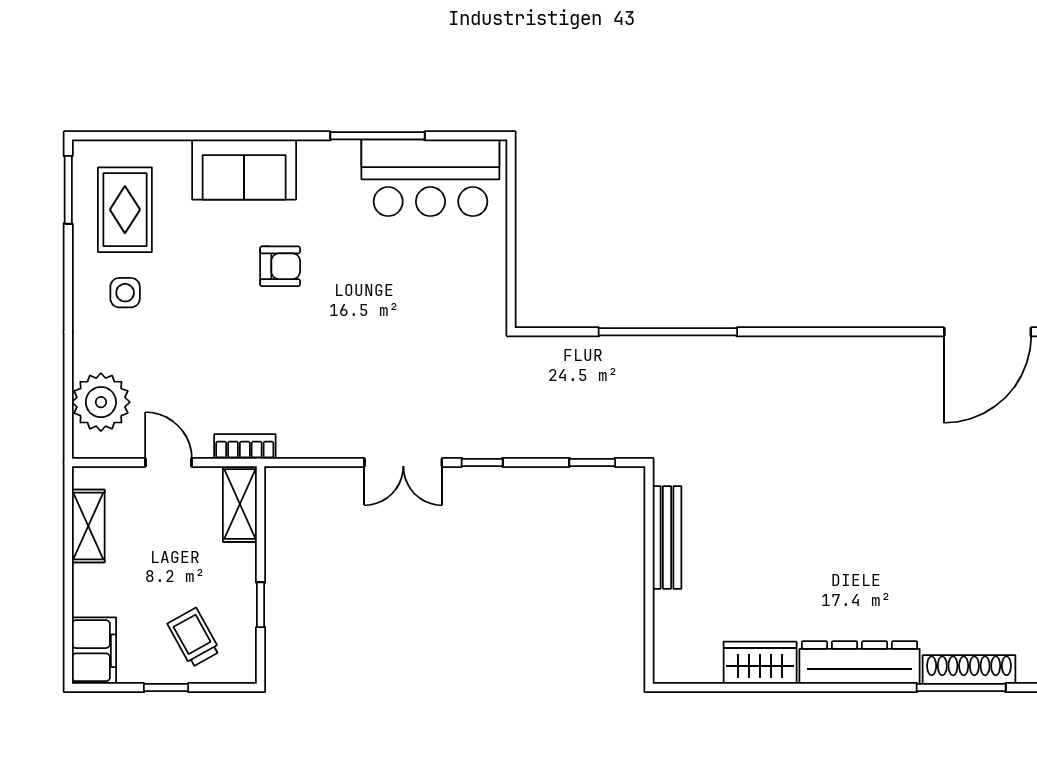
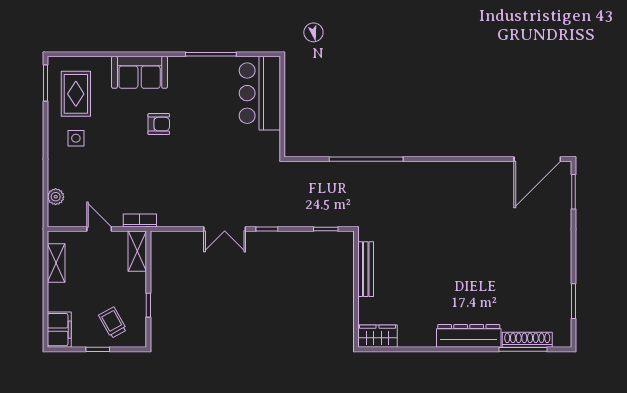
bar counter: (430, 178) -> (260, 93), moved, turned 90
plant: (101, 402) -> (56, 197), width x0.53, depth x0.53
wardrobe: (760, 663) -> (378, 336), moved

